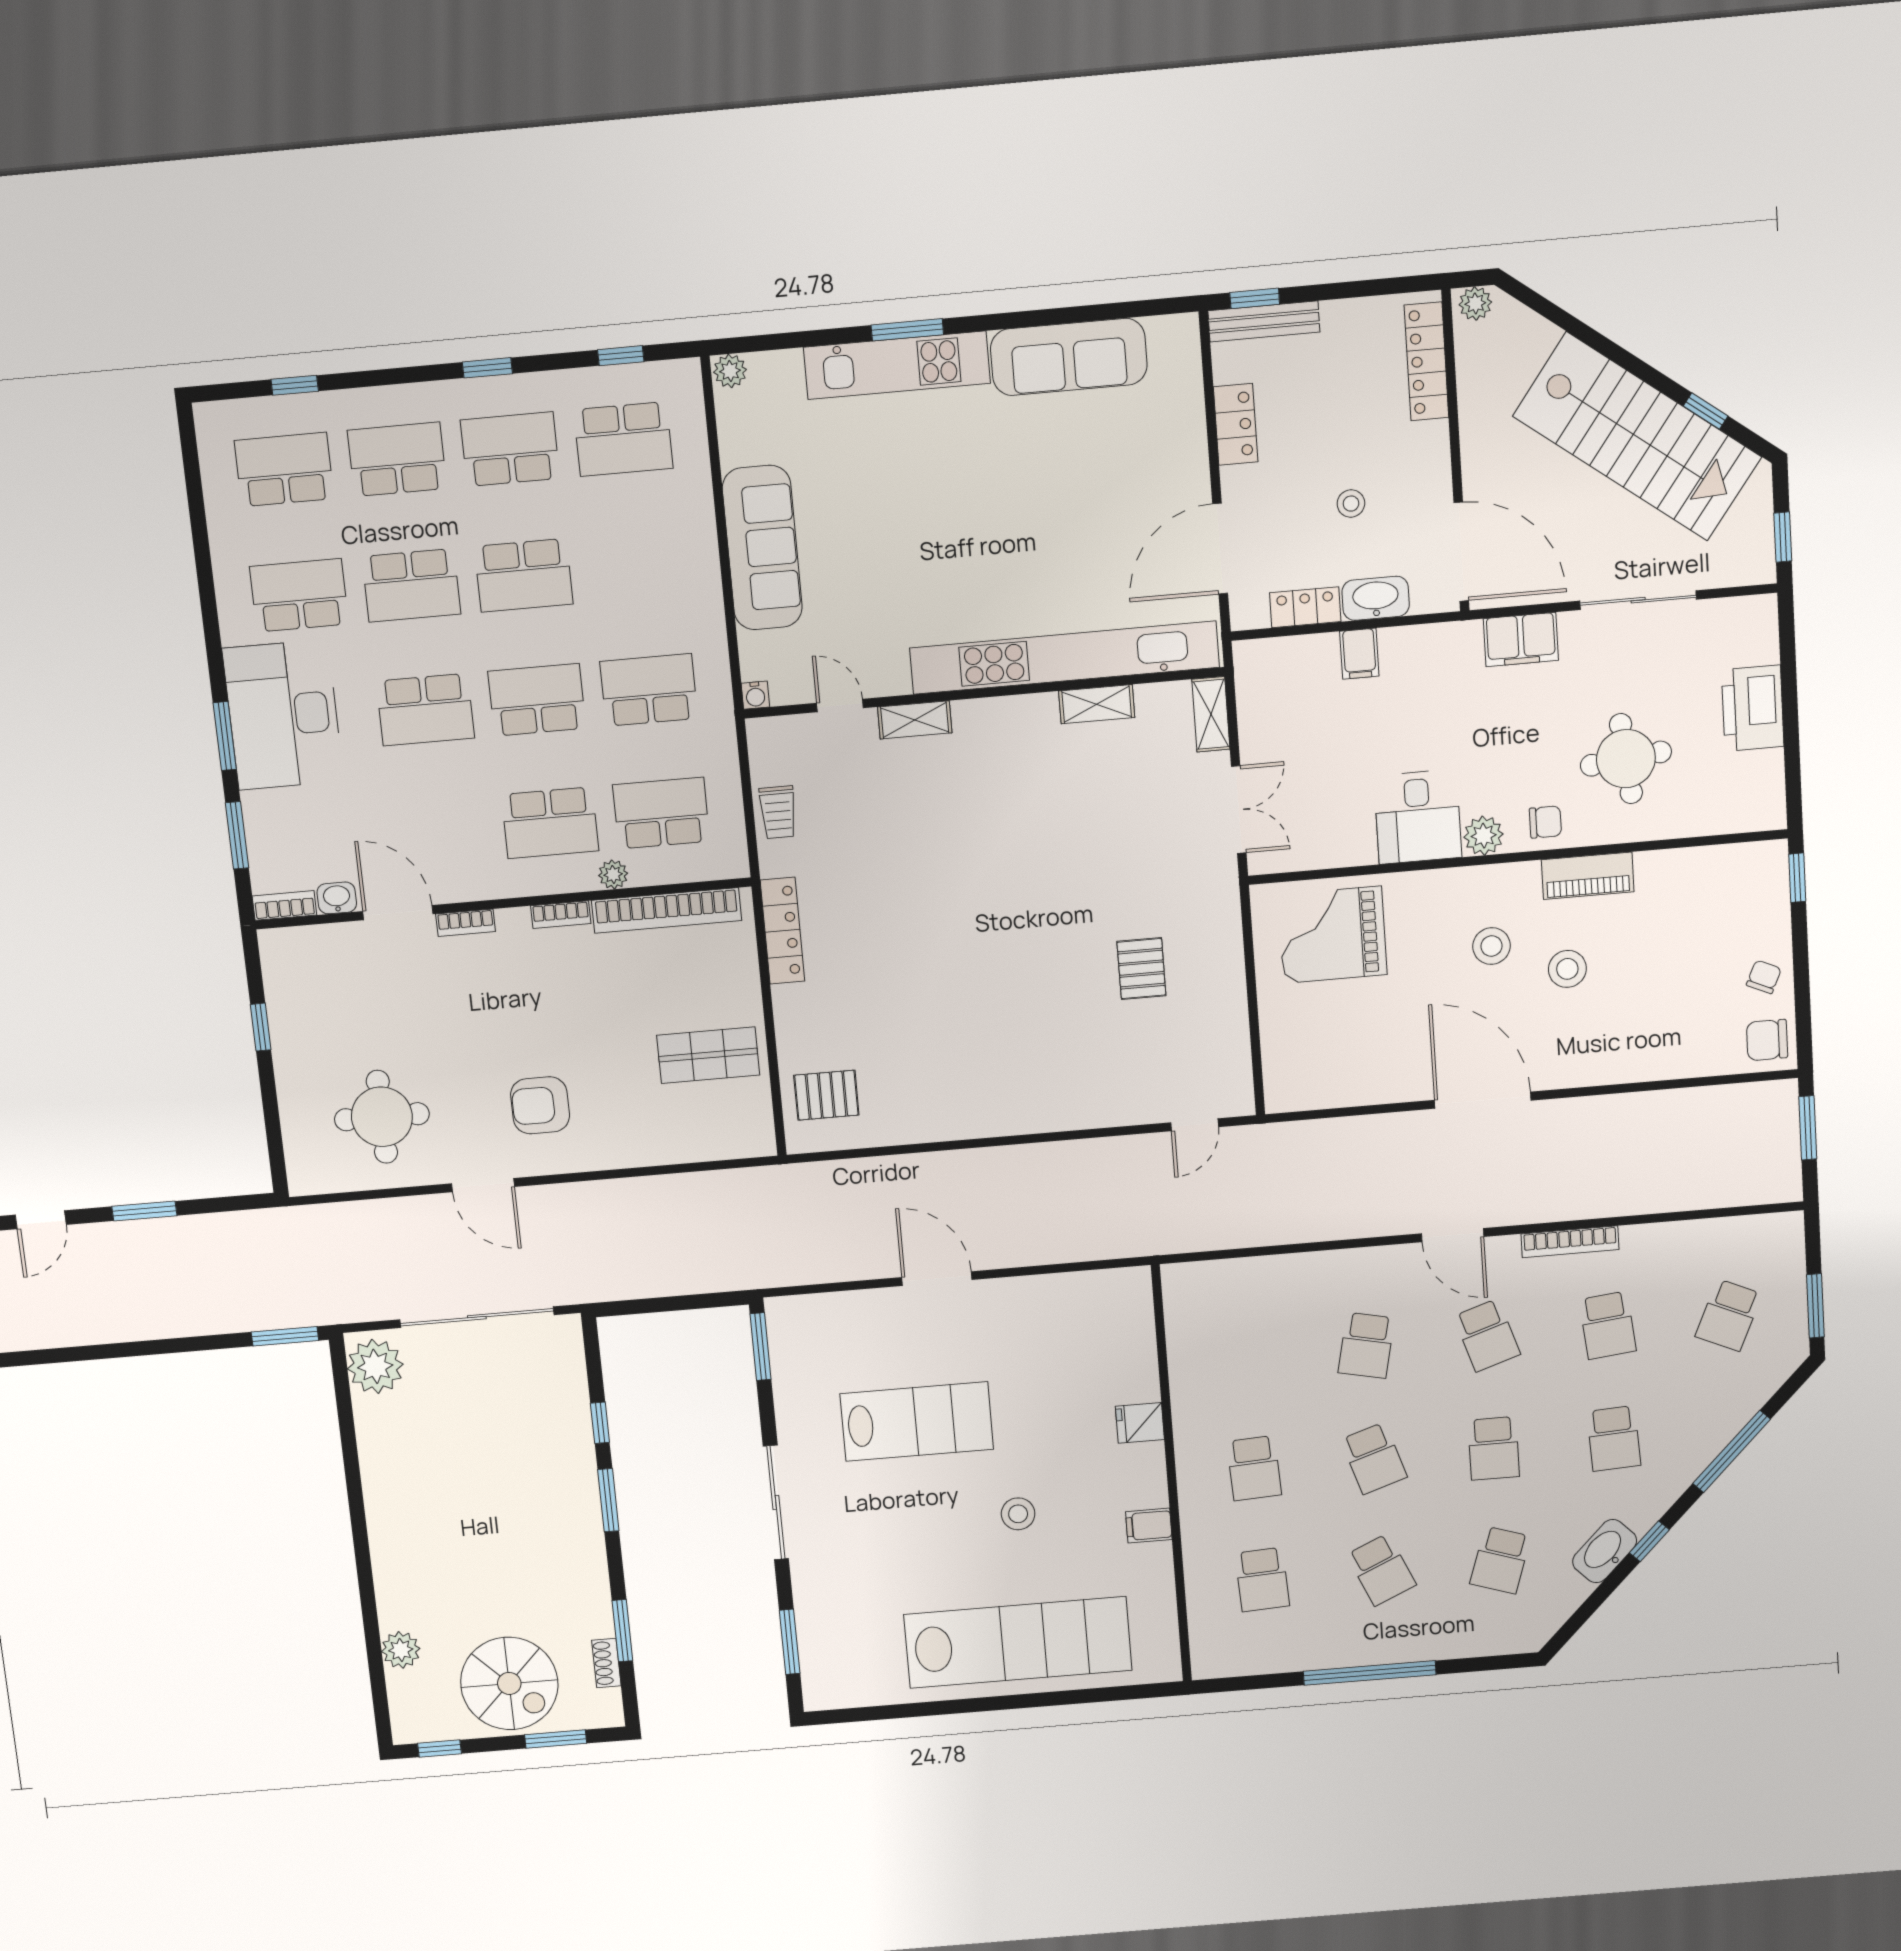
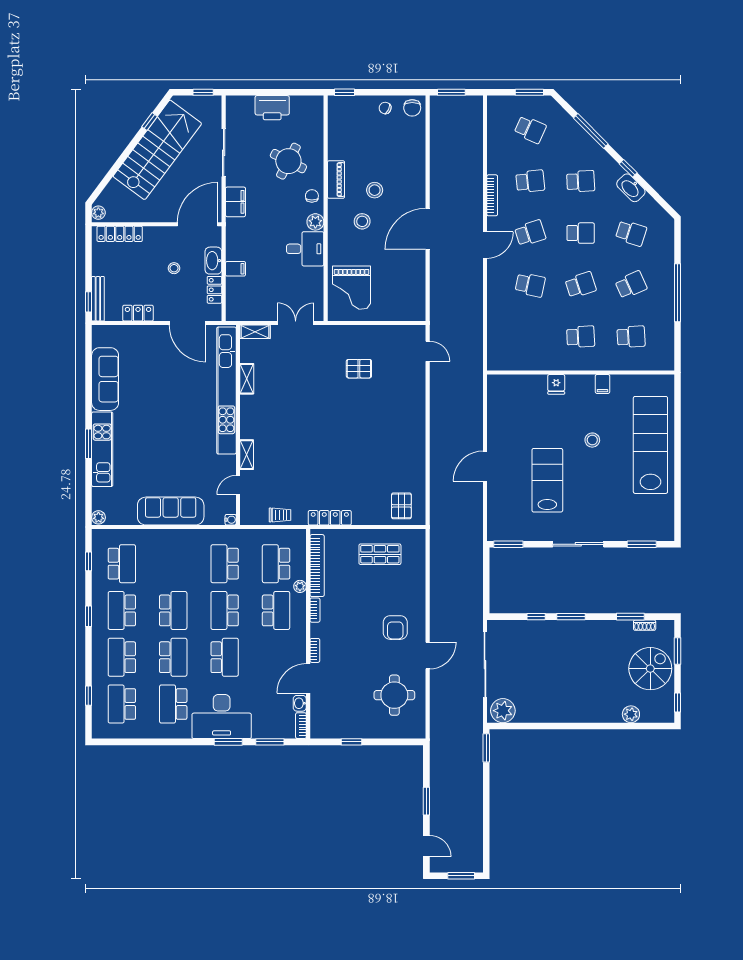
round table: (1626, 759) -> (288, 161), turned 33
shop shelf: (708, 1055) -> (380, 554), turned 90

